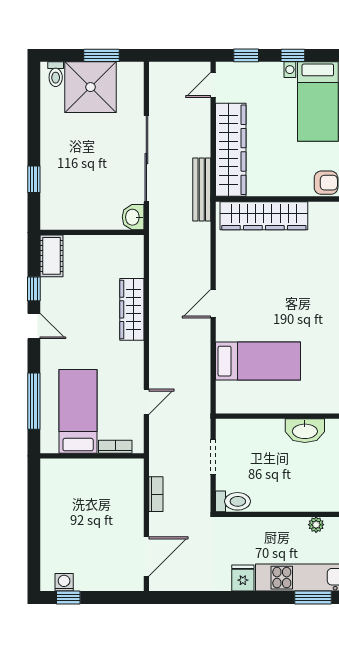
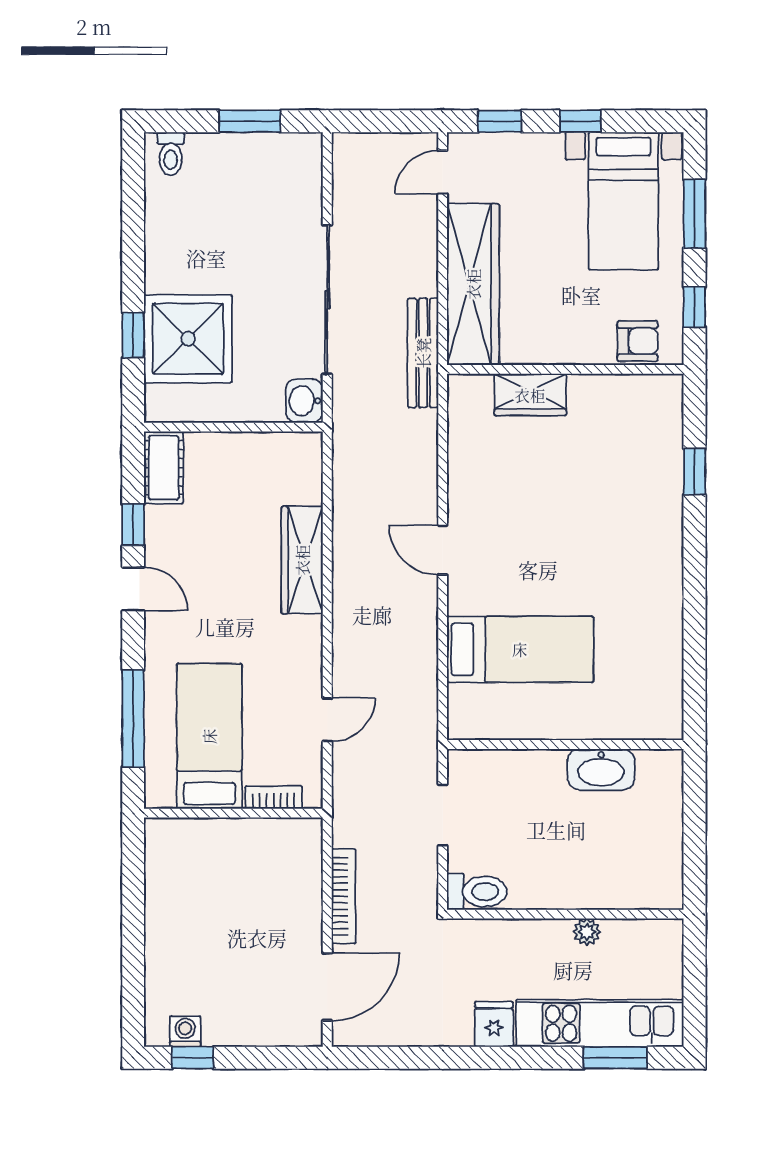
shower: (91, 87) -> (188, 339), moved
wardrobe: (264, 216) -> (530, 395), width x0.48, depth x0.85
door: (213, 304) -> (443, 550), hinge flipped
bookcase: (156, 494) -> (344, 896), width x1.56
plant: (316, 525) -> (587, 932), moved

